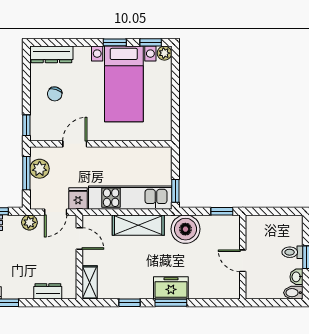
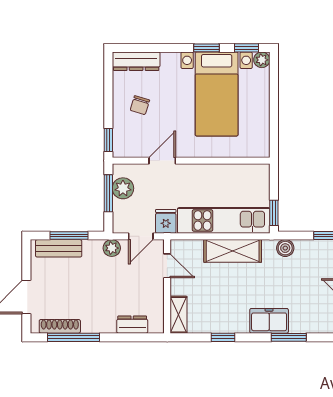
boiler: (185, 229) -> (285, 248), width x0.54, depth x0.54
window: (171, 303) -> (289, 337), moved

